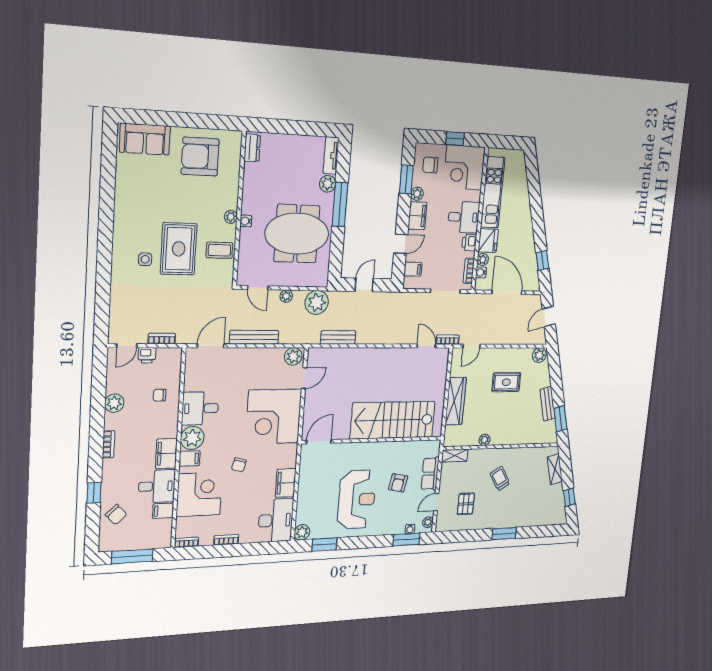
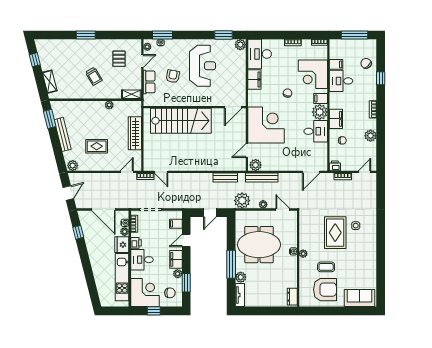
coffee table: (219, 250) -> (326, 267), moved
bench: (254, 337) -> (262, 177), moved
printer: (147, 355) -> (335, 166), moved
bench: (548, 404) -> (63, 134), width x1.36
filing cabinet: (166, 454) -> (336, 119), moved
reception desk: (357, 499) -> (202, 66), turned 180

